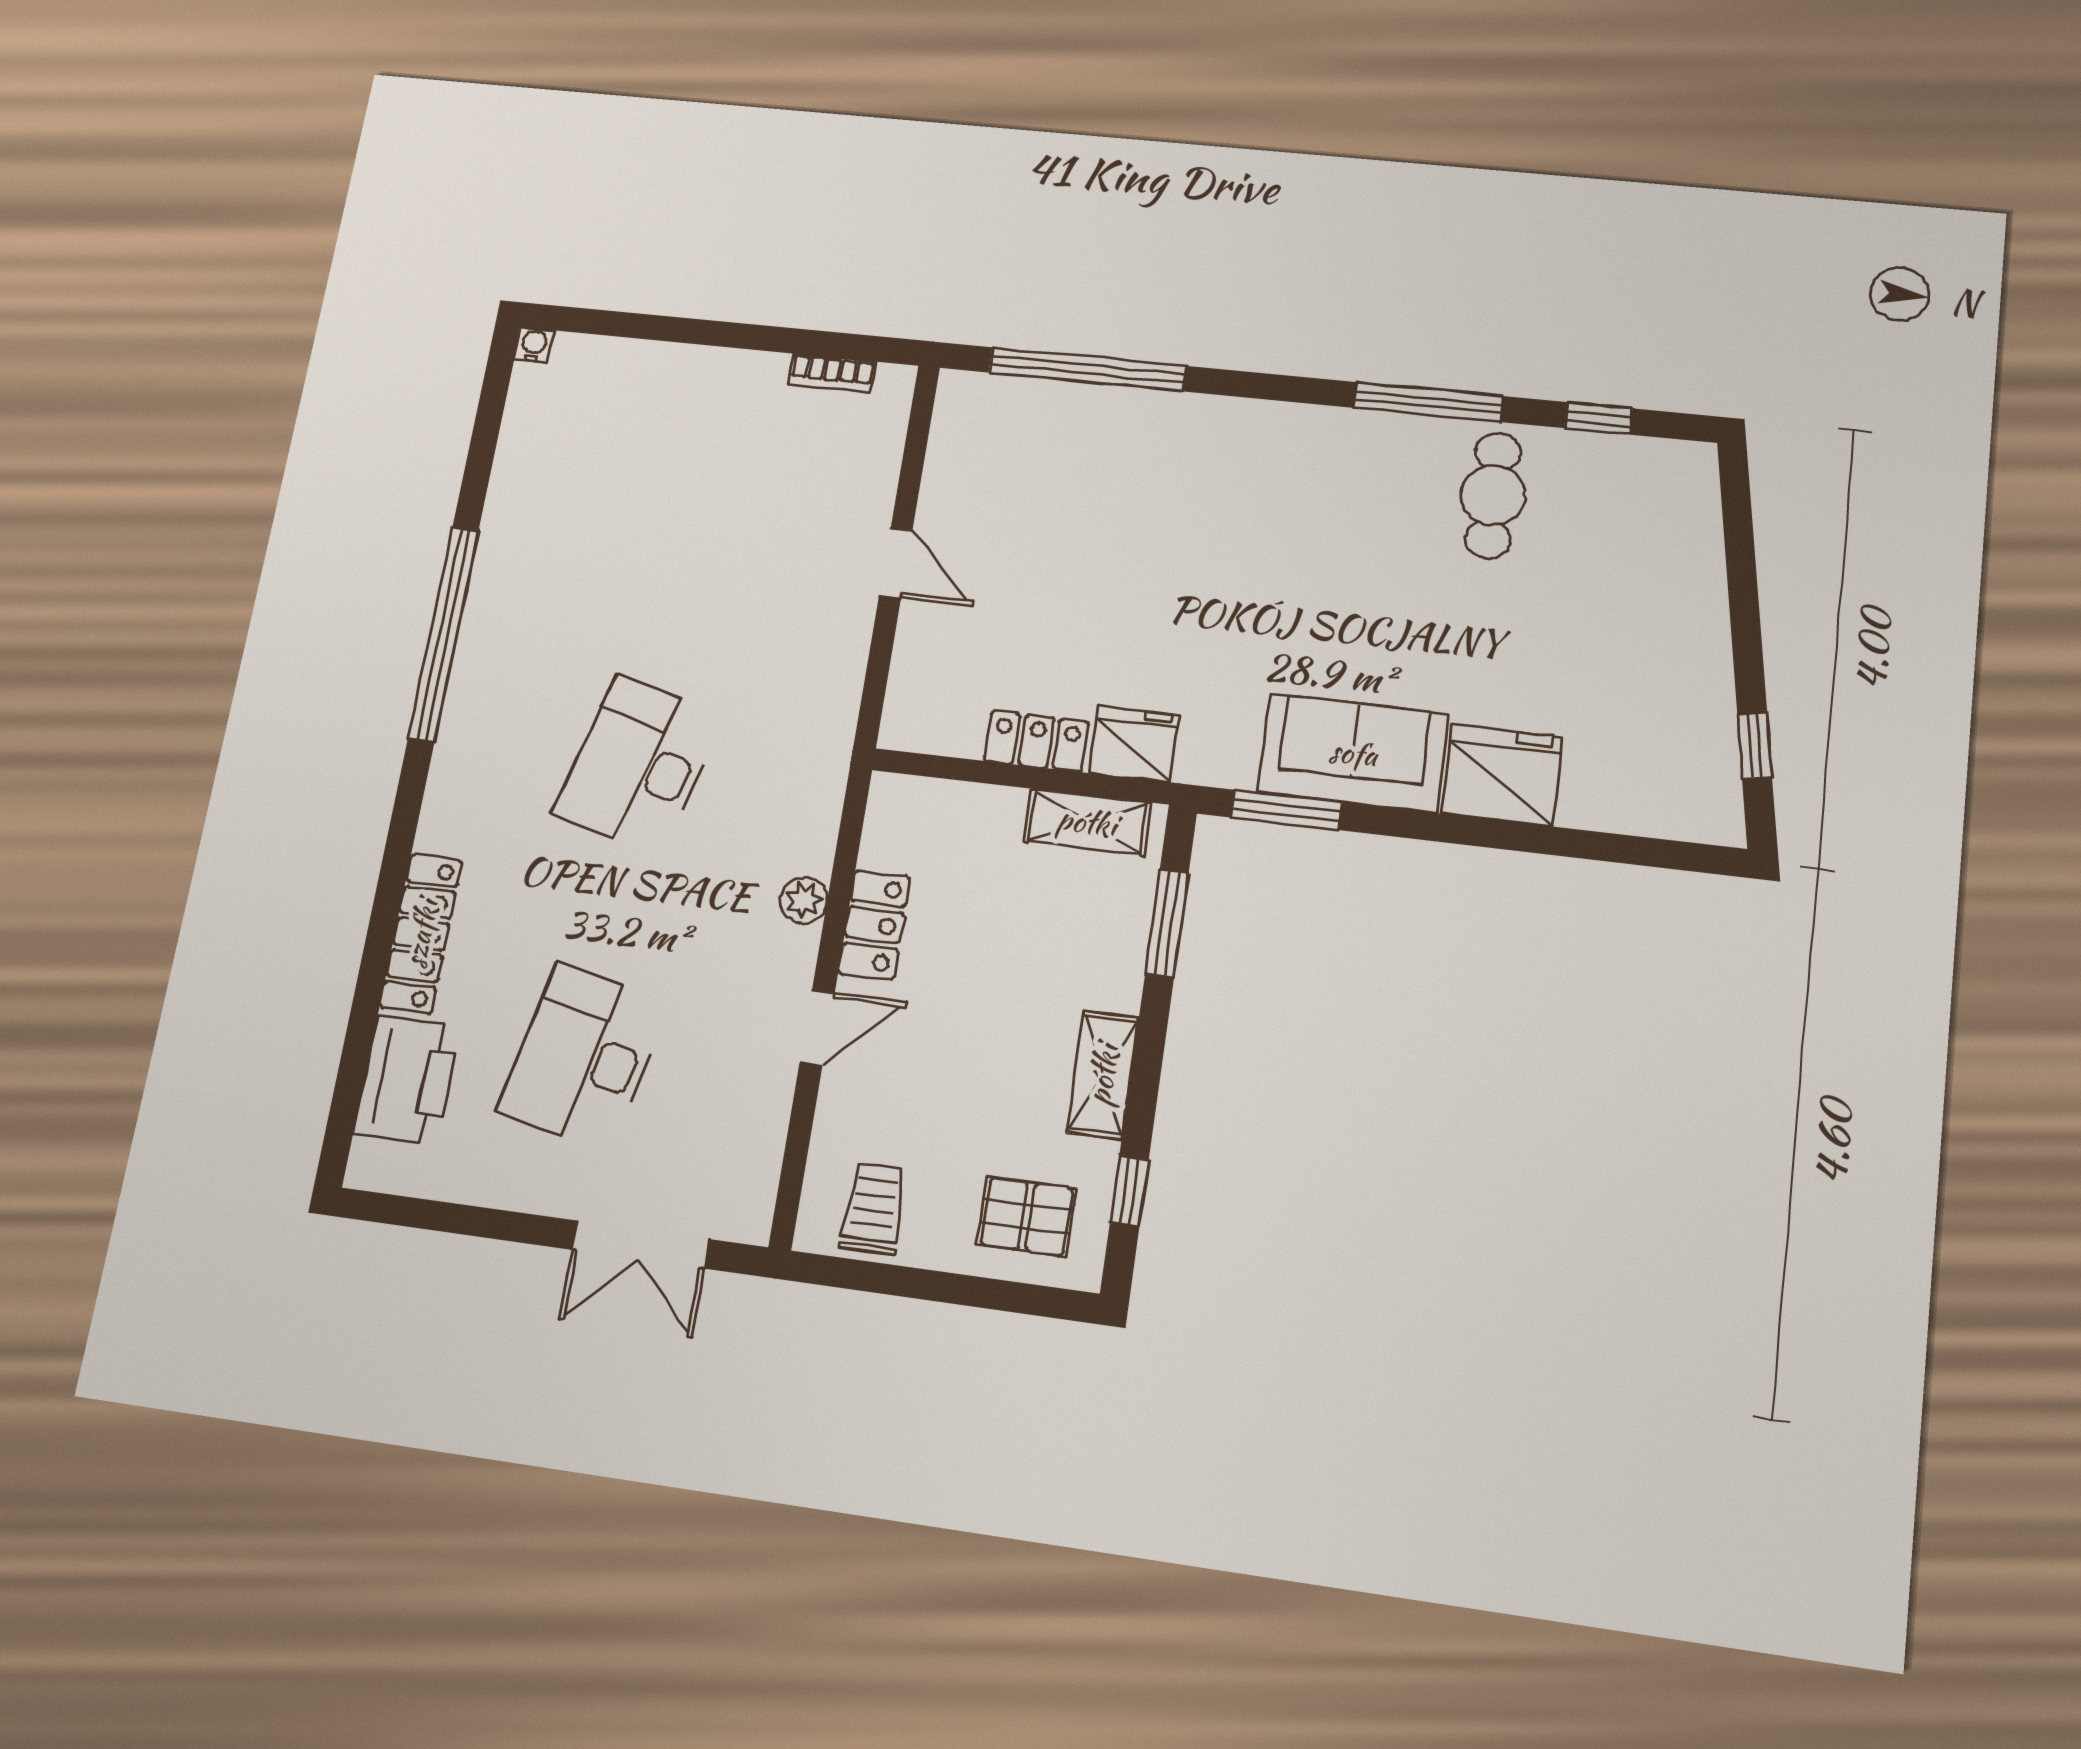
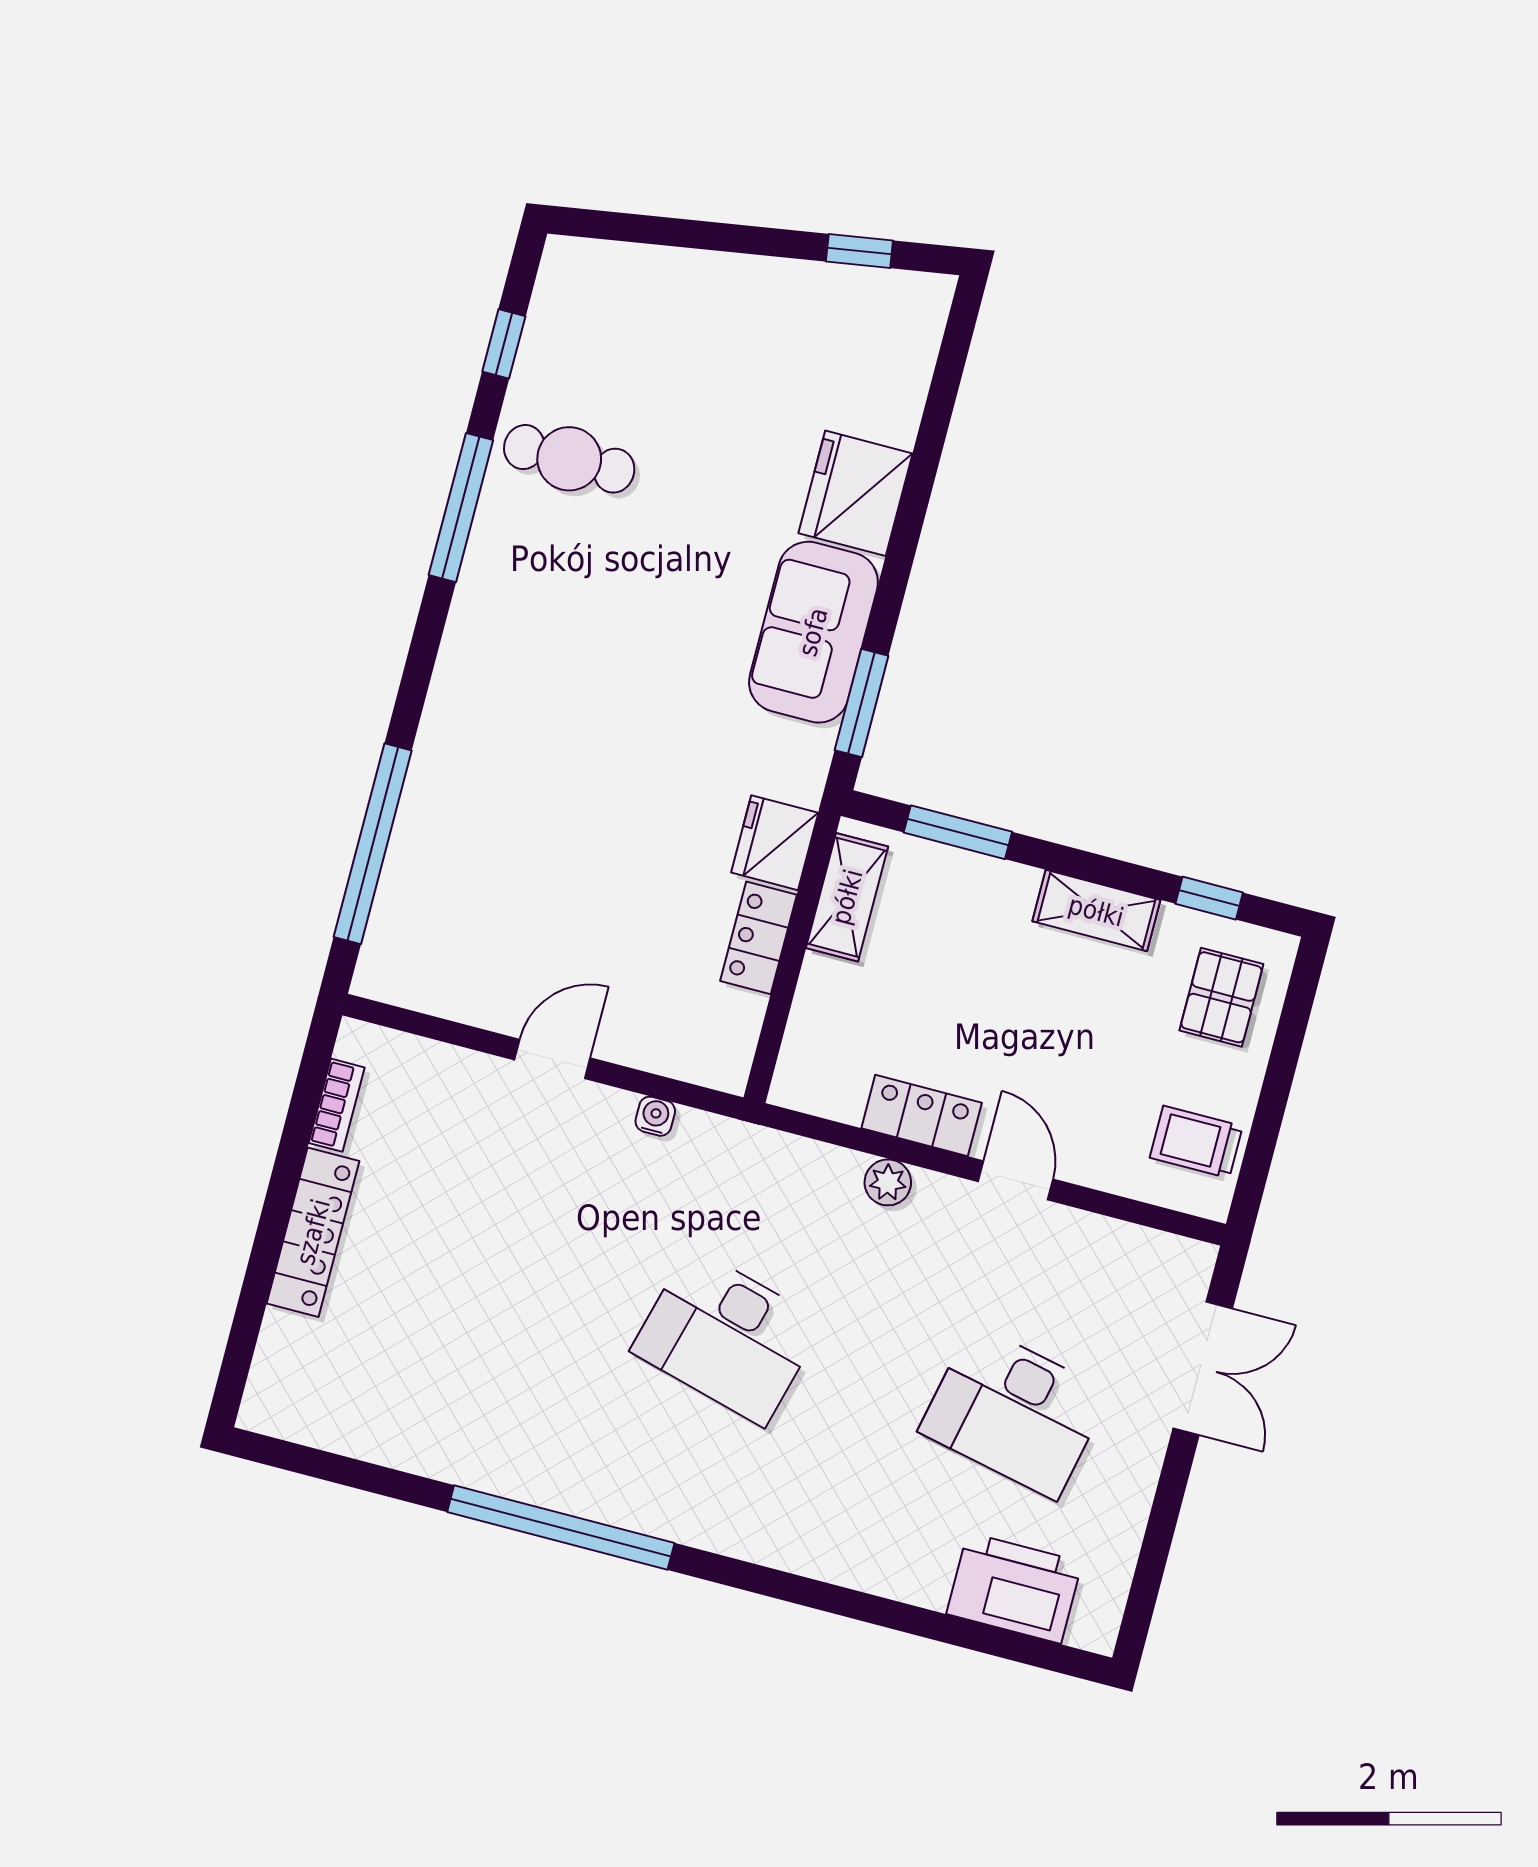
water cooler: (534, 345) -> (655, 1116), moved, turned 90
locker: (421, 934) -> (313, 1232), moved, turned 90

